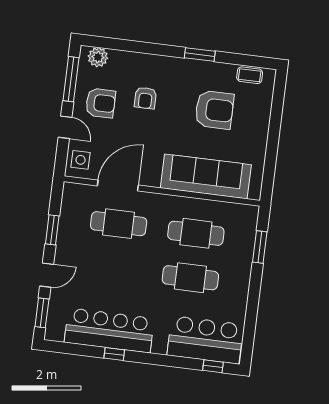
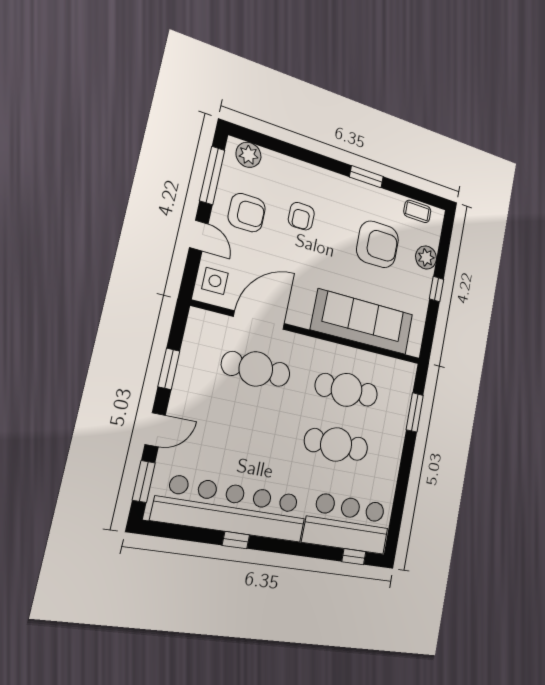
plant: (261, 114) -> (426, 257), added
window: (273, 140) -> (436, 289), added
bar counter: (109, 330) -> (232, 508), width x1.36

